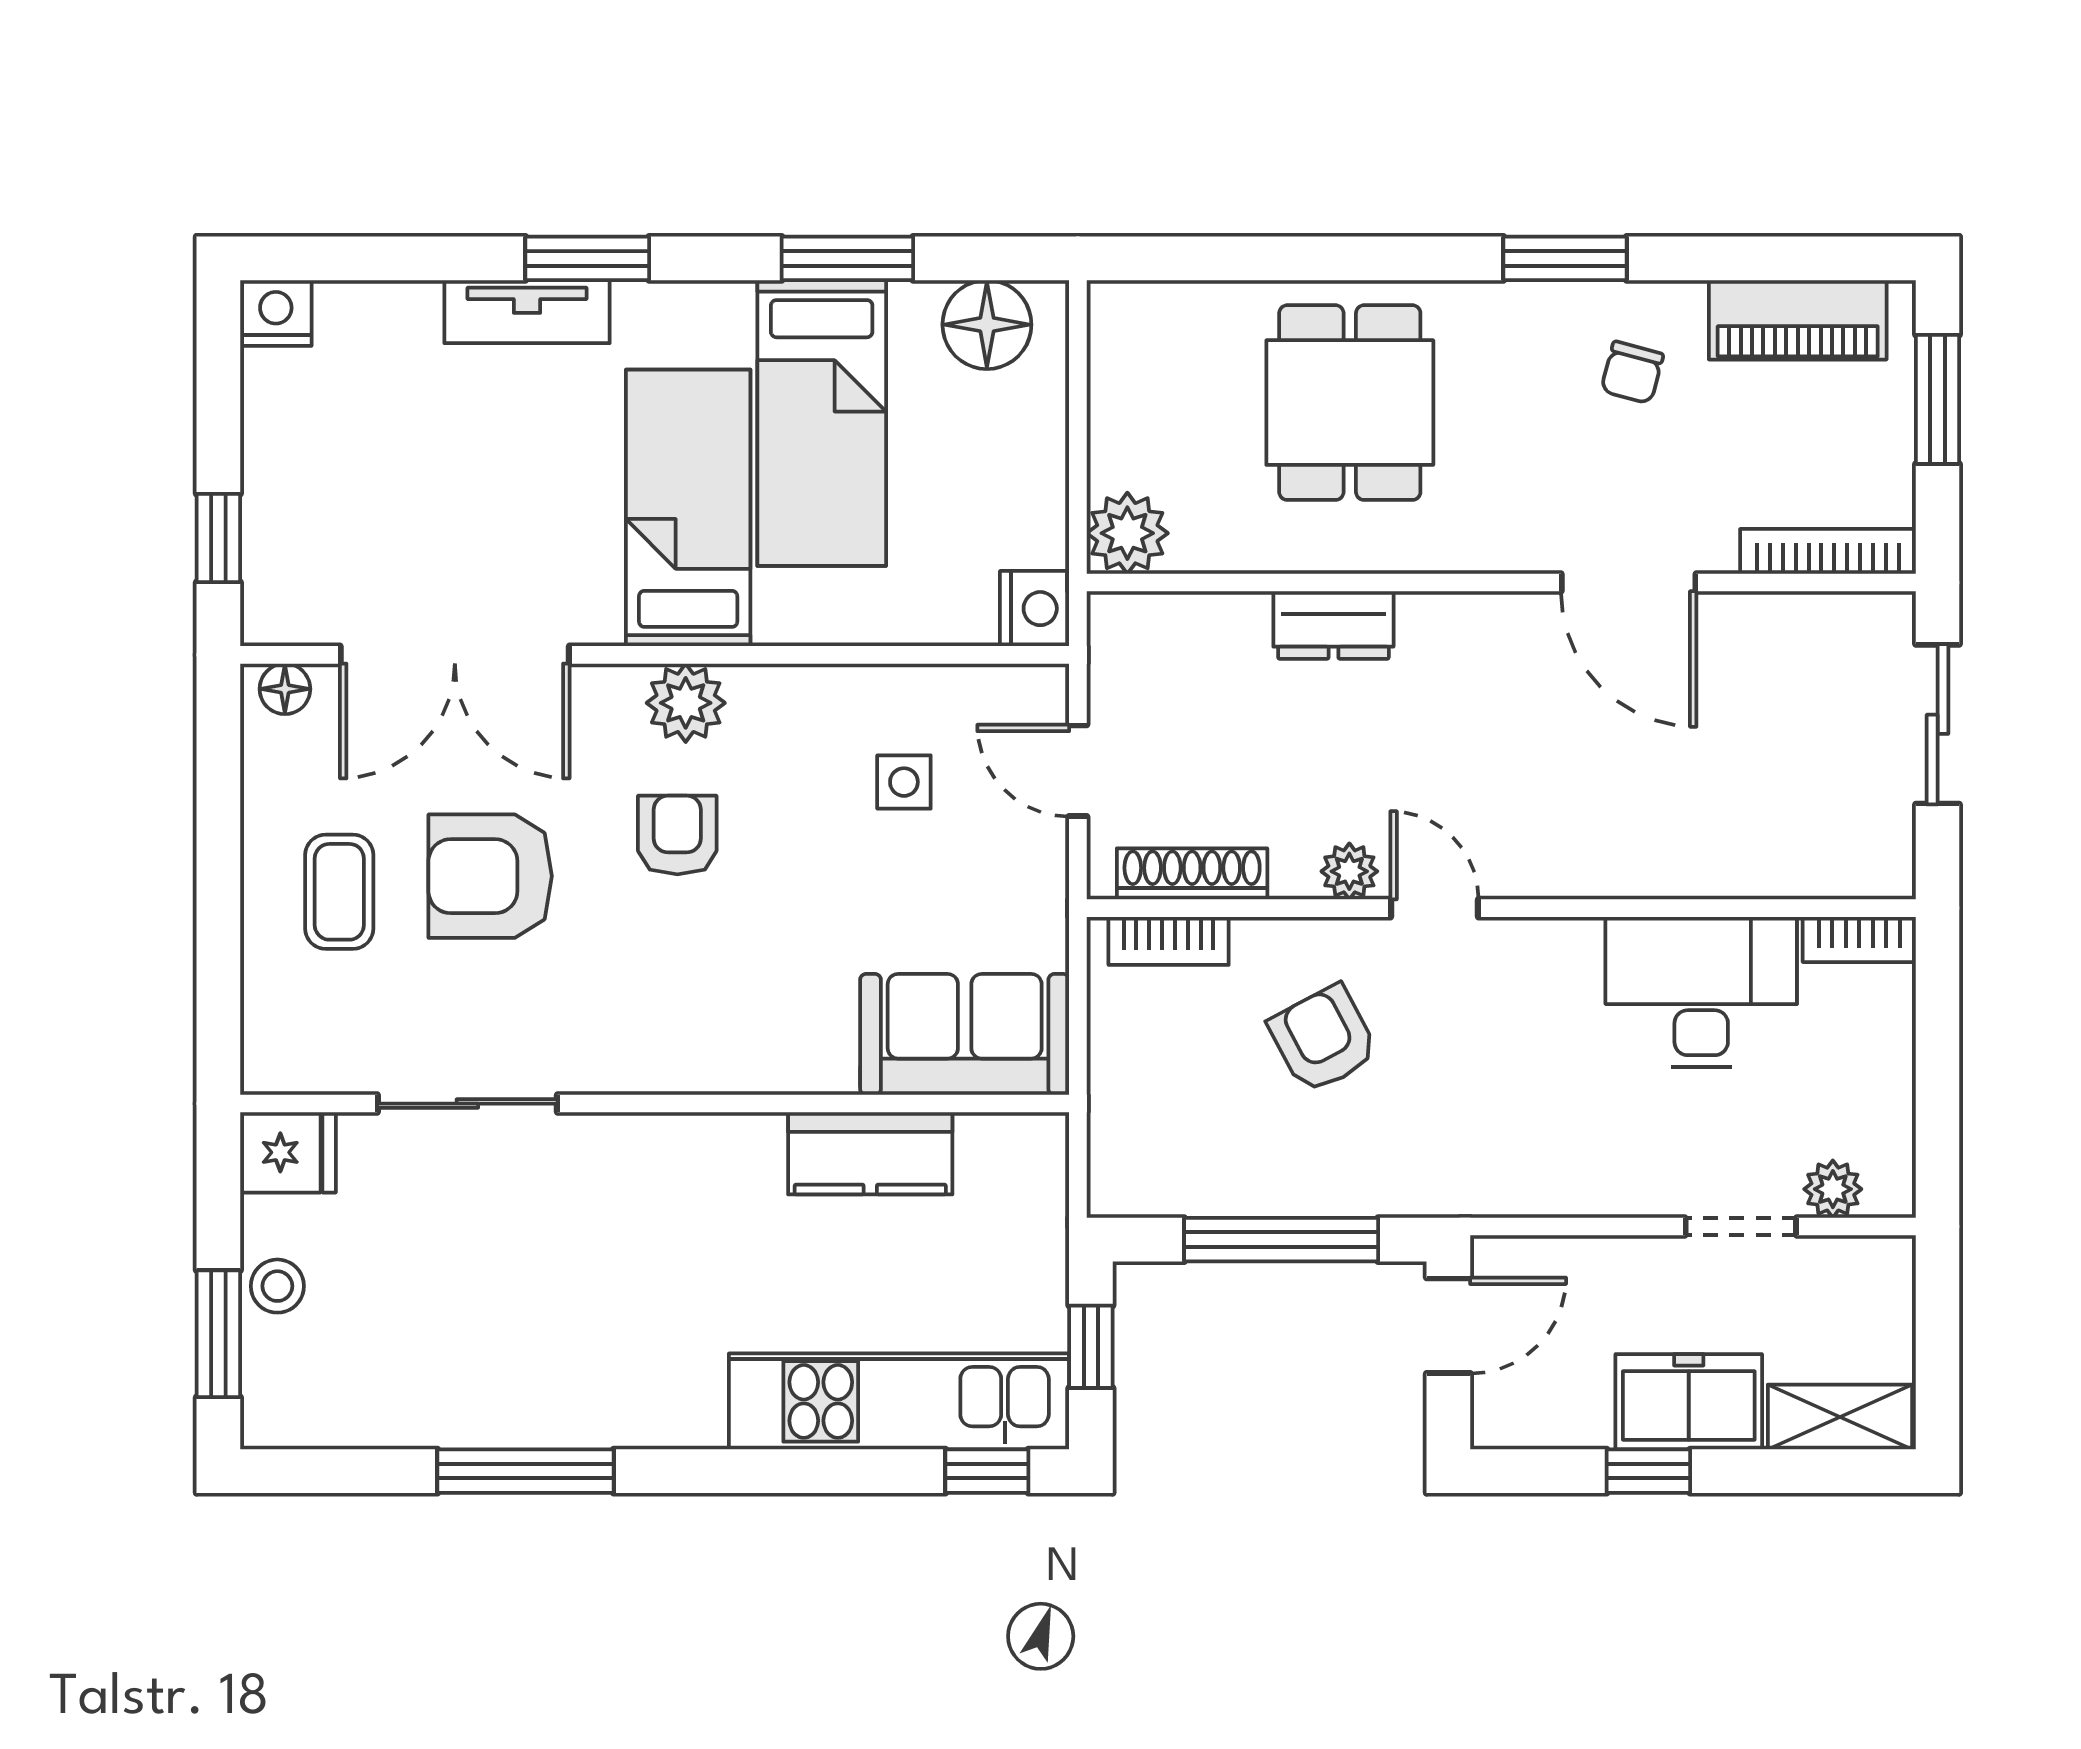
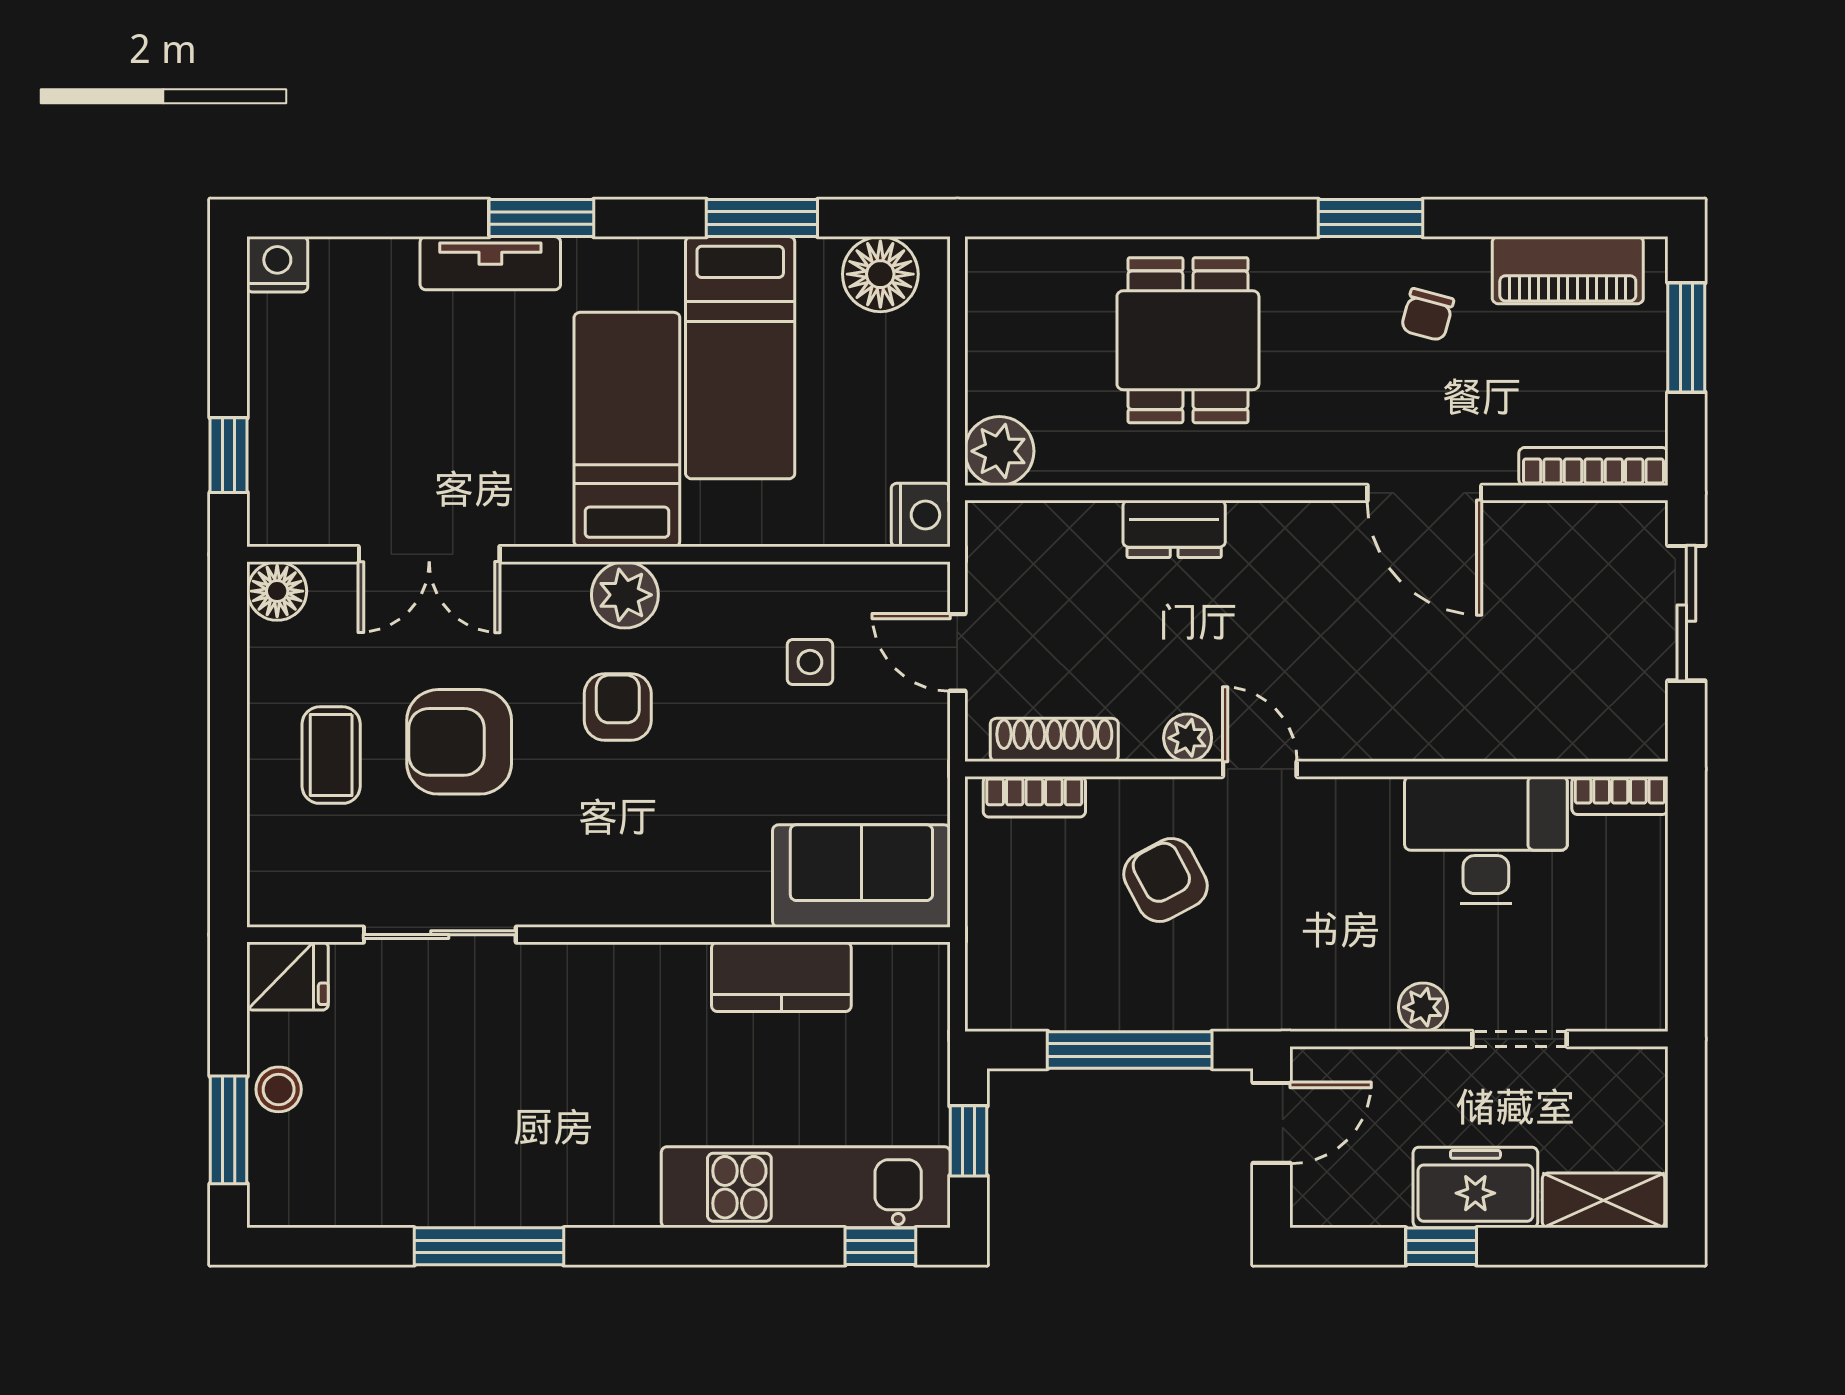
double door: (455, 655) -> (429, 554), width x0.73
floor lamp: (285, 689) -> (277, 591), width x1.37, depth x1.37
plant: (1833, 1189) -> (1423, 1007), moved

